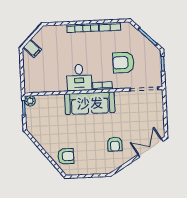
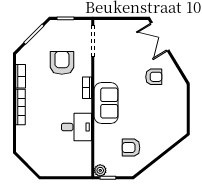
filing cabinet: (32, 49) -> (41, 165), removed
armchair: (123, 63) -> (62, 63), turned 180
desk: (79, 77) -> (76, 127), moved
sofa: (90, 103) -> (106, 103), width x0.73
armchair: (66, 156) -> (131, 148), moved, turned -90

